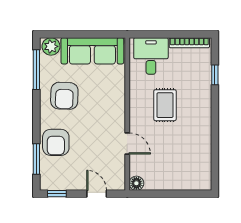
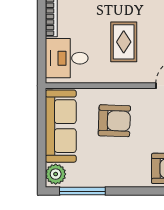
armchair: (64, 96) -> (114, 121), moved
rug: (165, 105) -> (124, 42), turned 90

